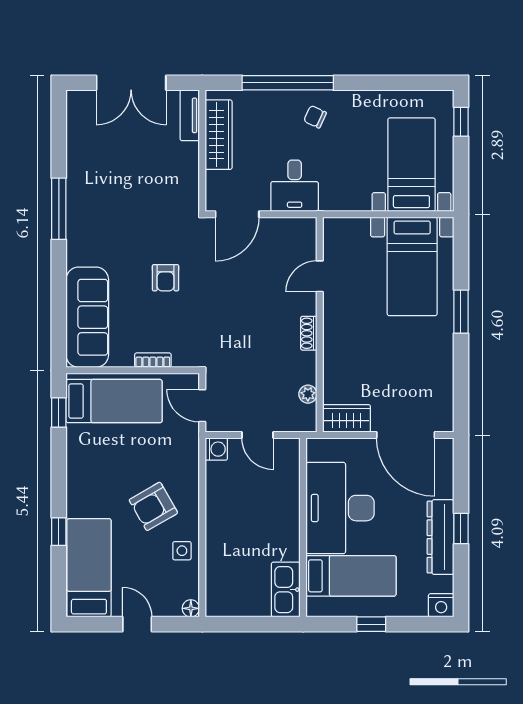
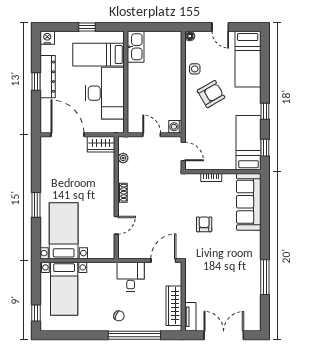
window: (59, 209) -> (265, 277), moved
bed: (114, 401) -> (248, 143), moved, turned 90
window: (59, 532) -> (265, 111), moved

